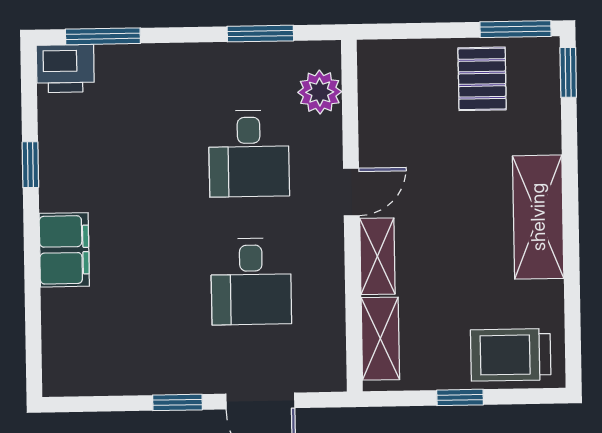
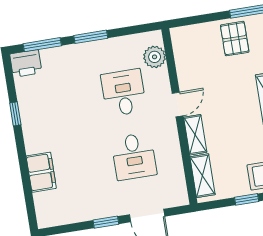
window: (260, 34) -> (91, 37), moved
desk: (249, 154) -> (124, 93), turned 180
filing cabinet: (64, 250) -> (41, 172), moved

